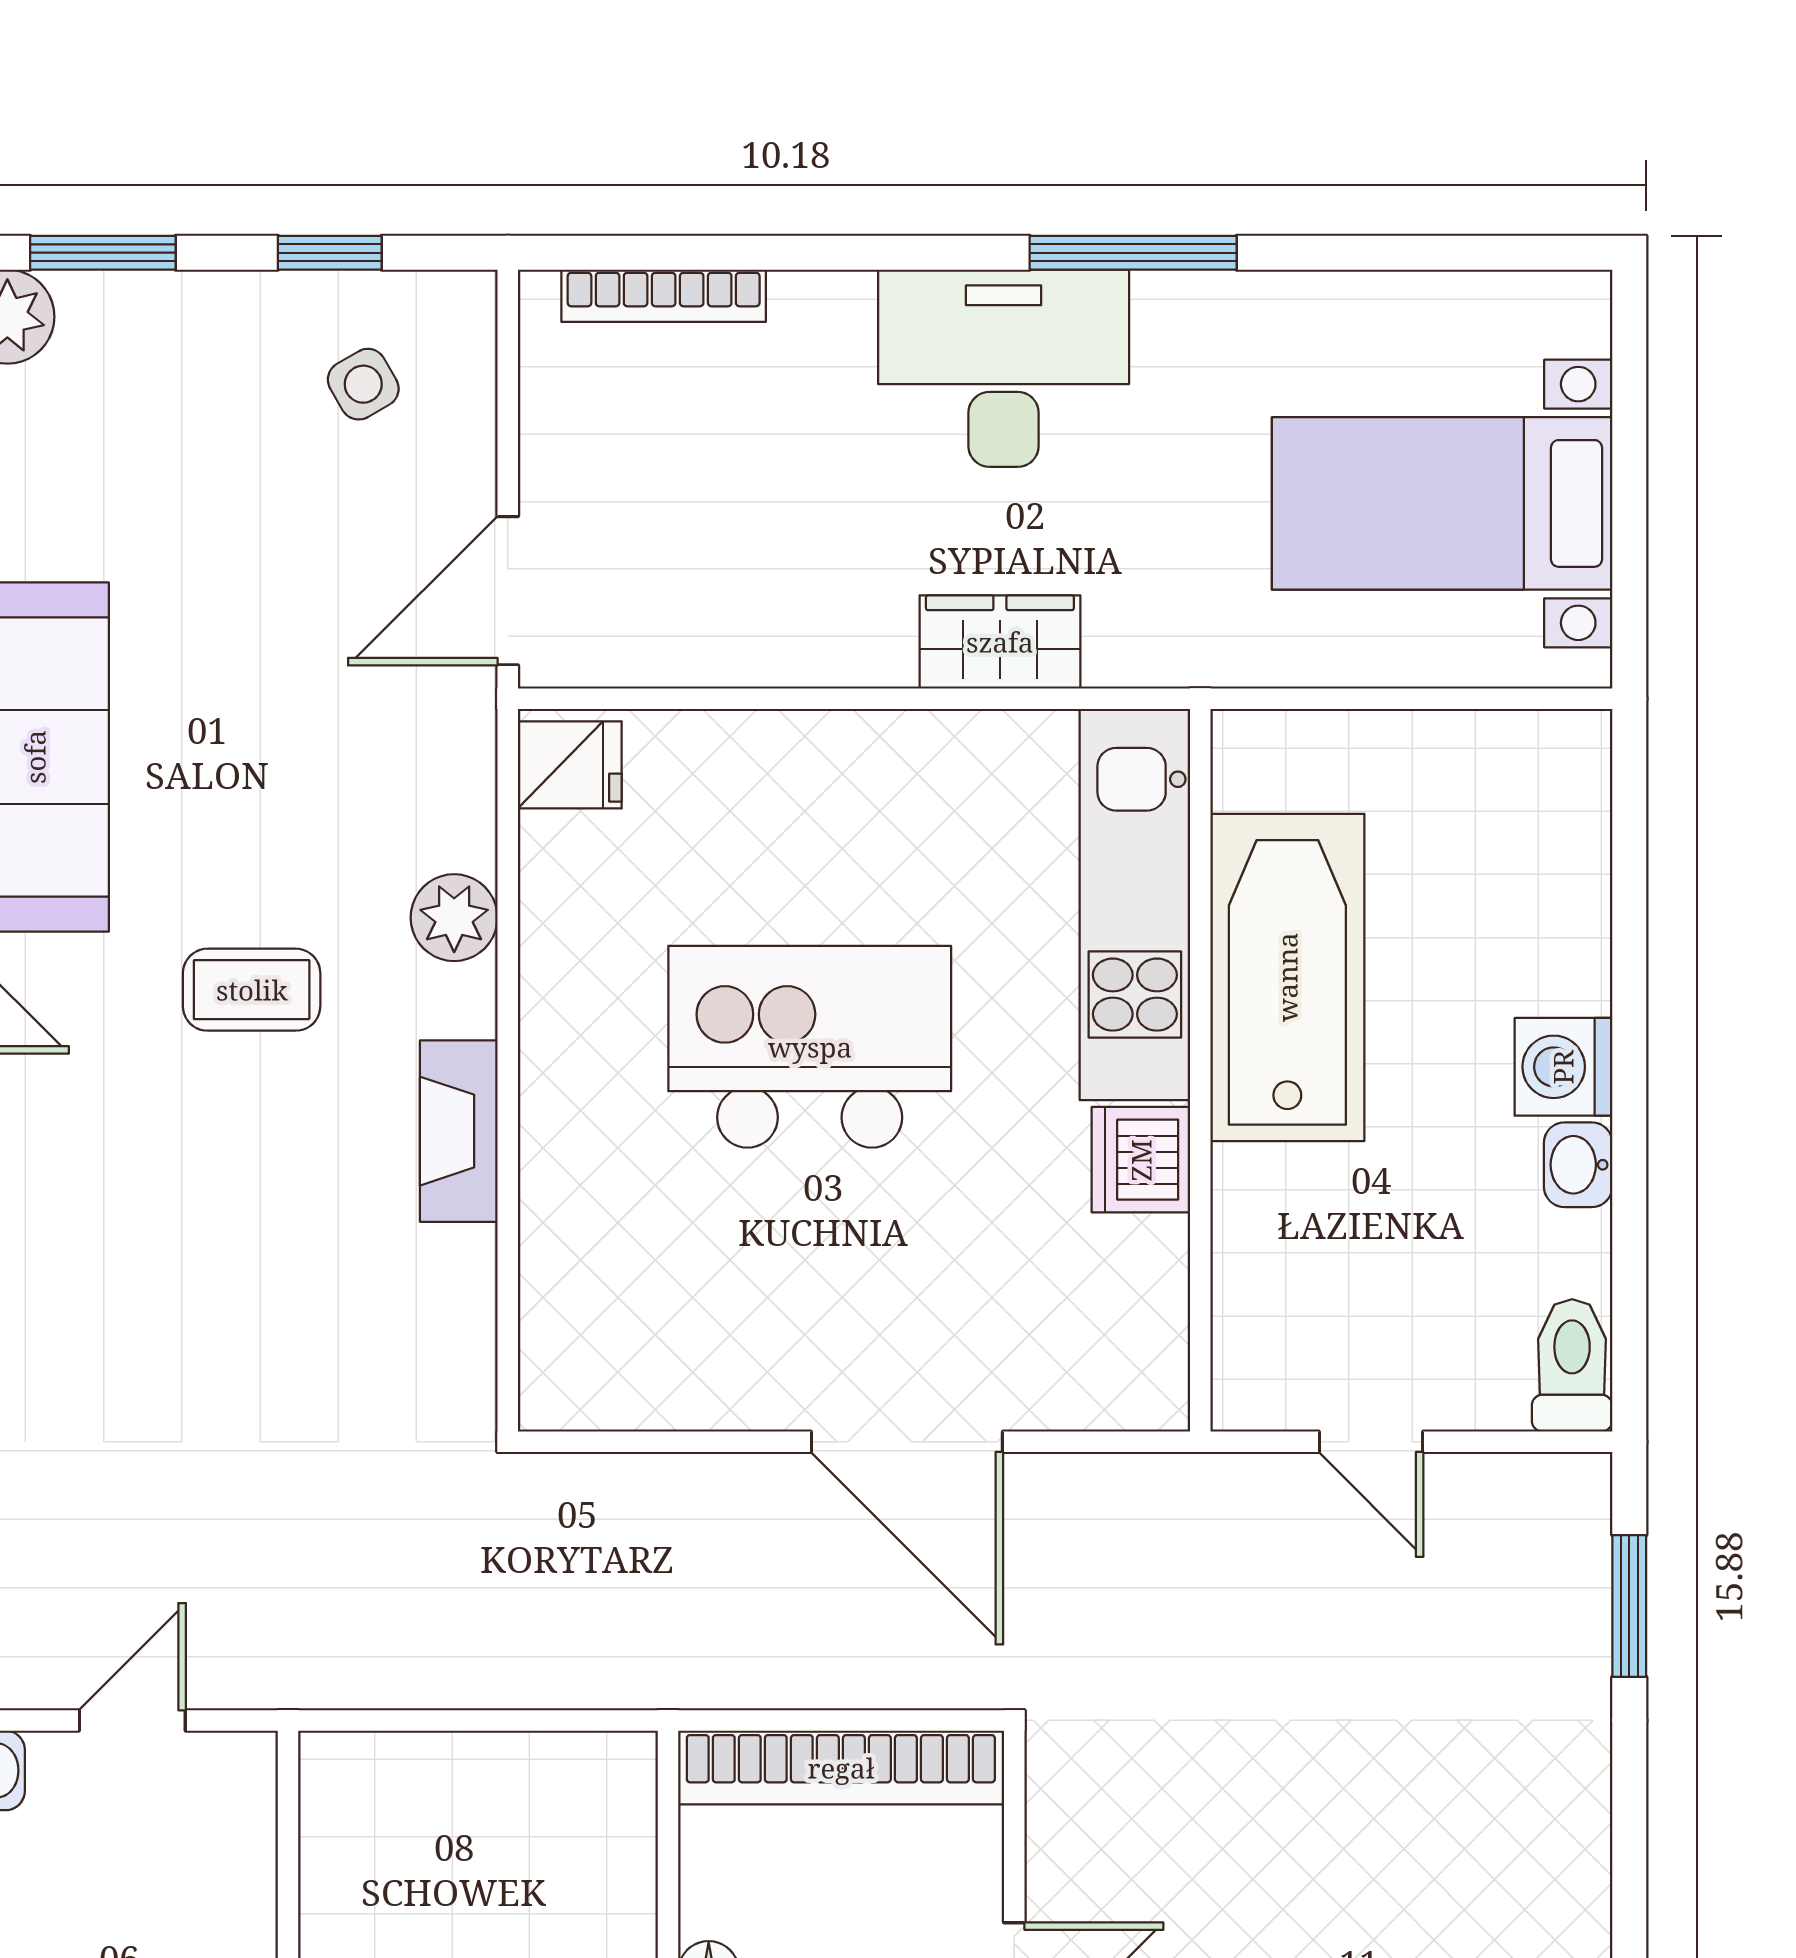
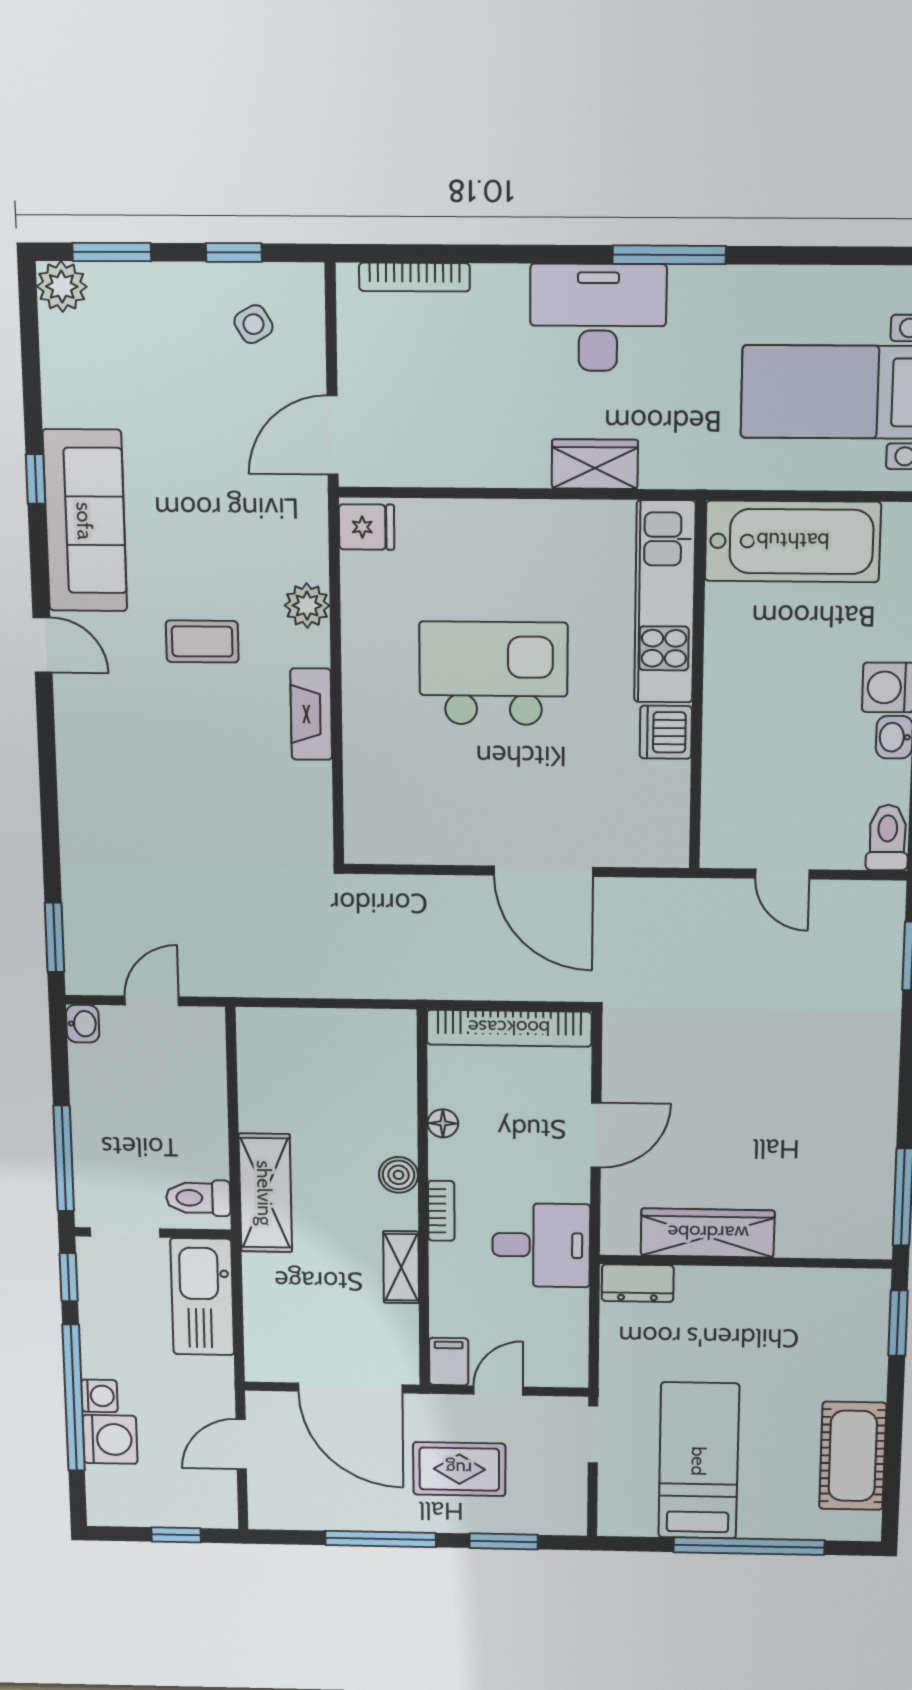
bathtub: (1287, 977) -> (793, 541), moved, turned 90

